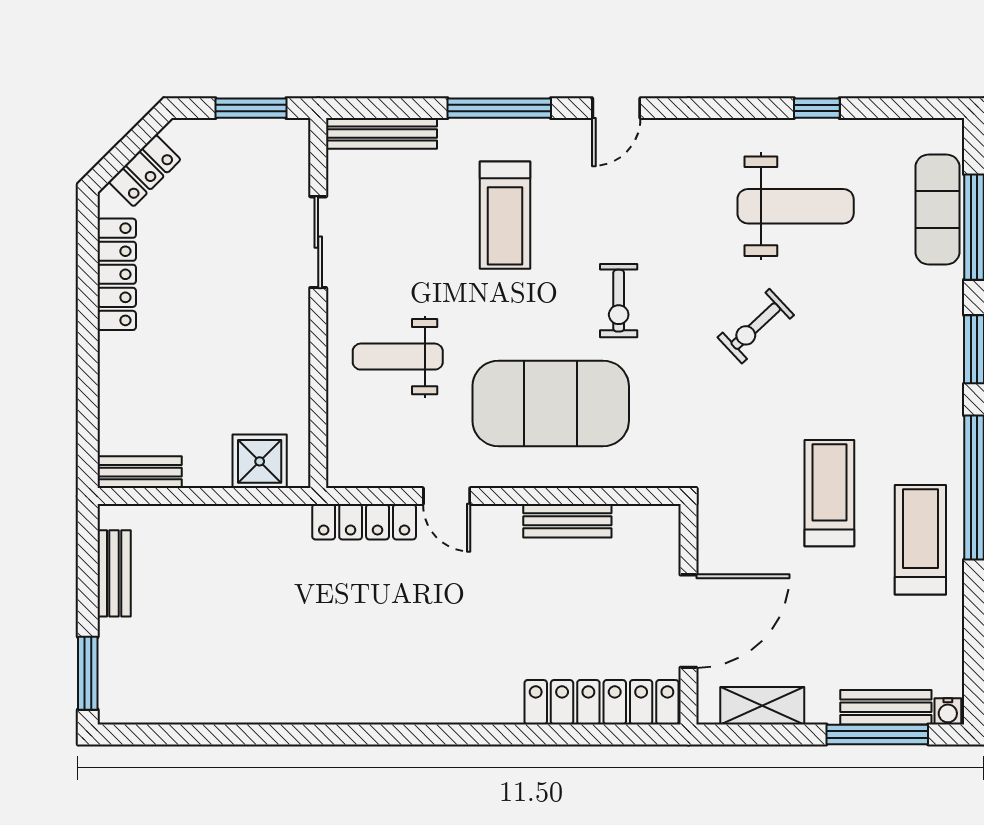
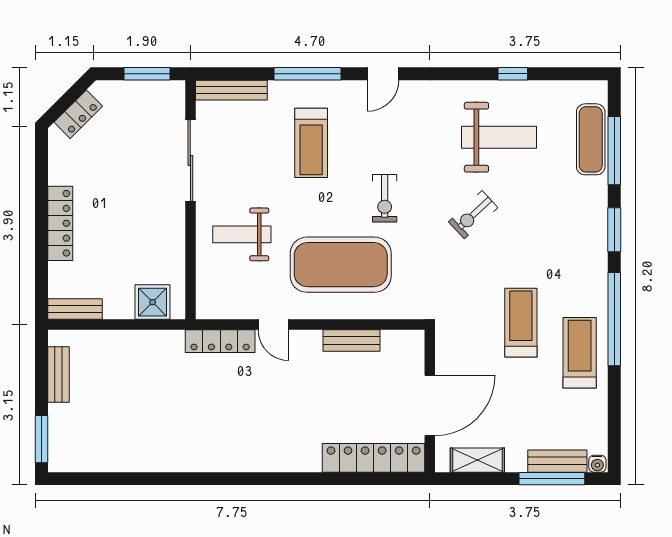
sliding door: (318, 242) -> (190, 160), width x1.37
locker: (117, 274) -> (60, 223), moved

